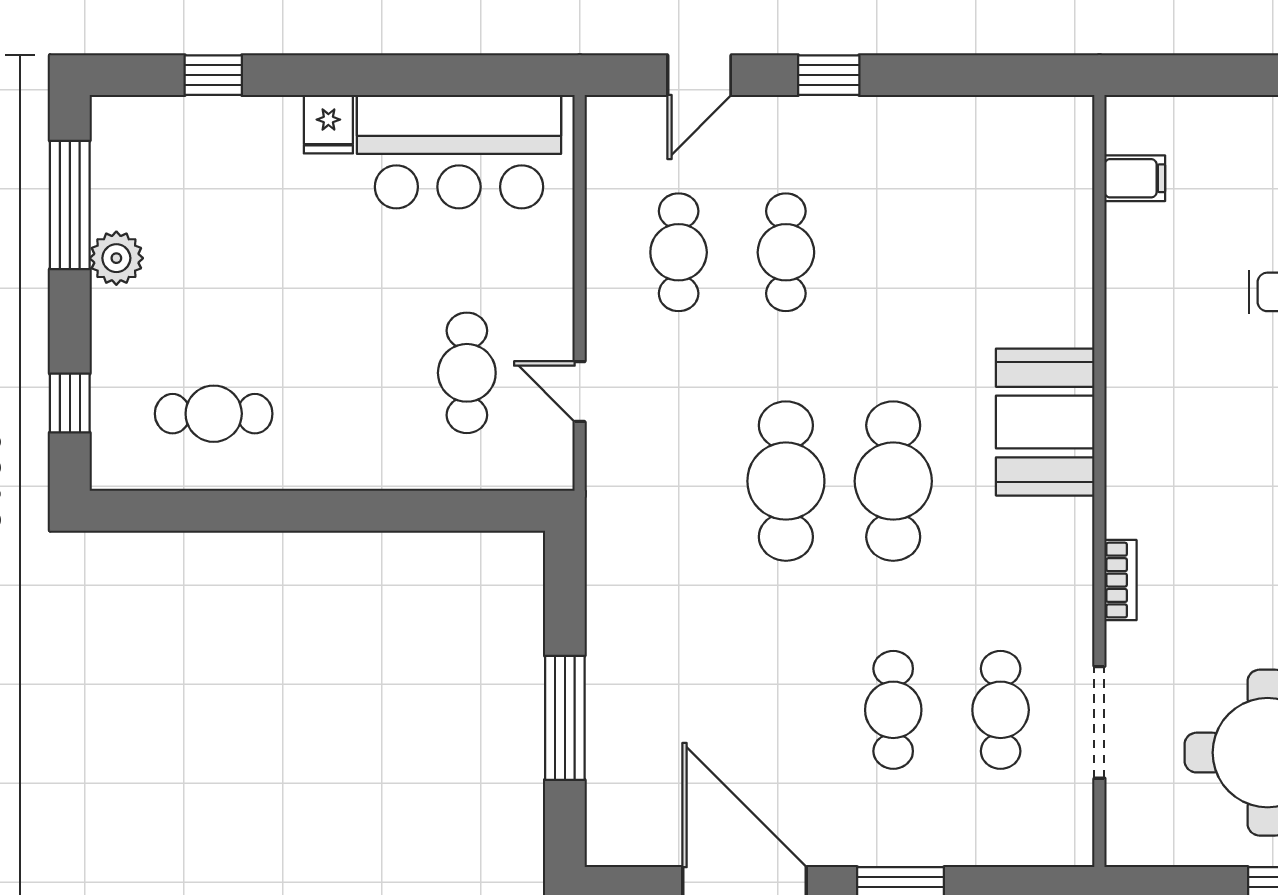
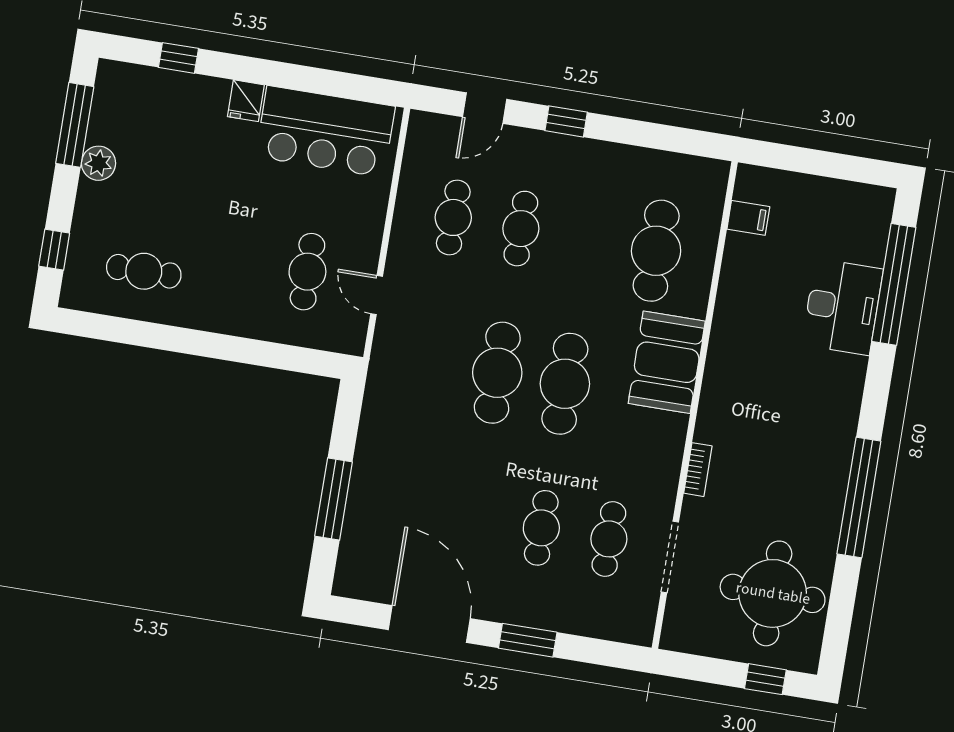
cafe table: (1001, 252) -> (656, 251), added

